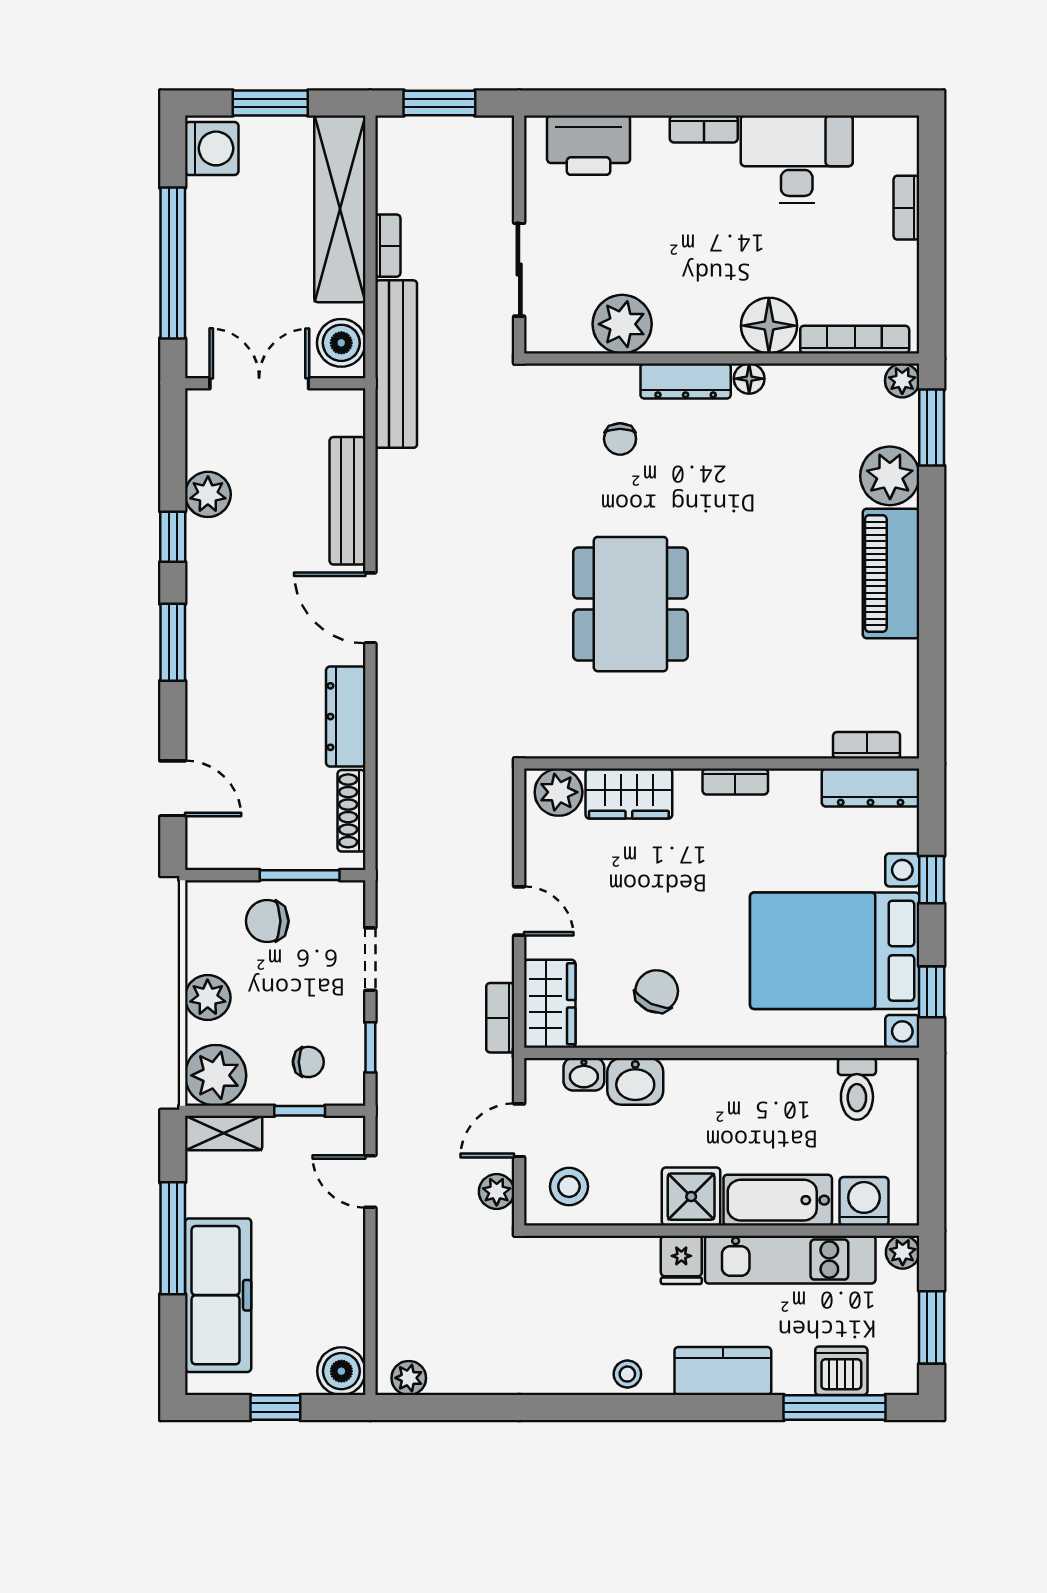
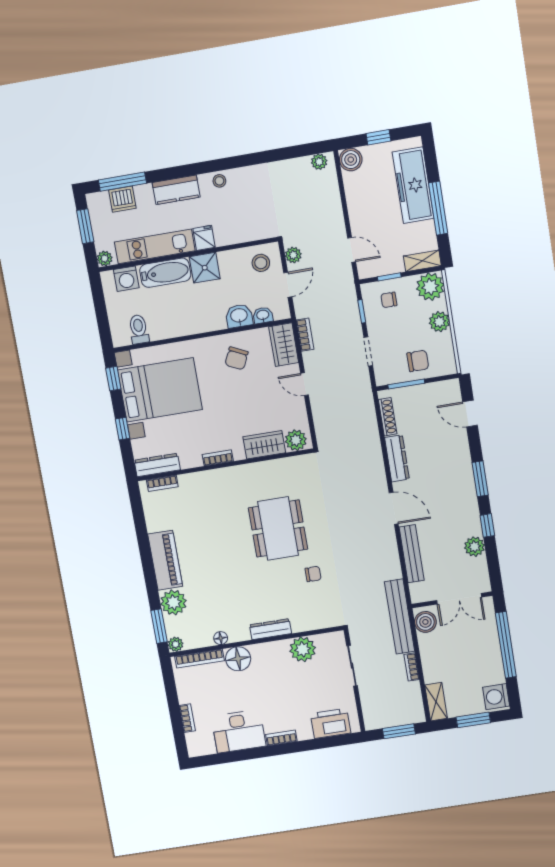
shelving: (340, 209) -> (436, 702), width x0.45, depth x0.75
floor lamp: (749, 379) -> (221, 638), moved
chair: (620, 439) -> (313, 574), moved, turned 90

